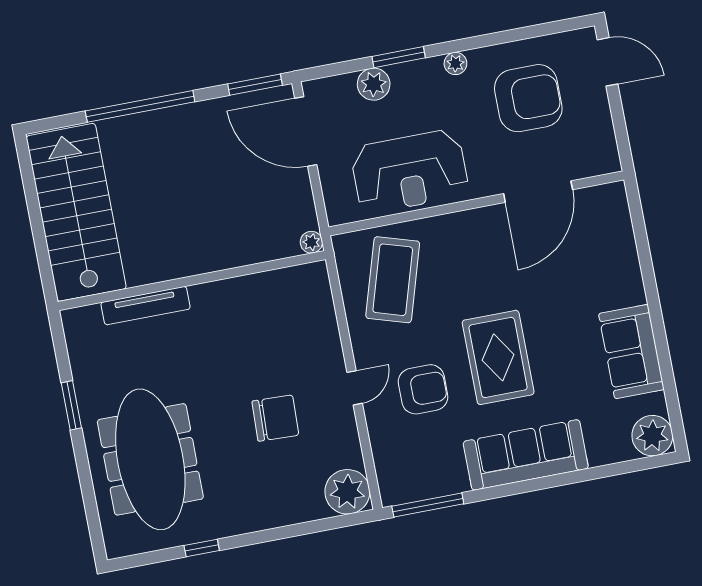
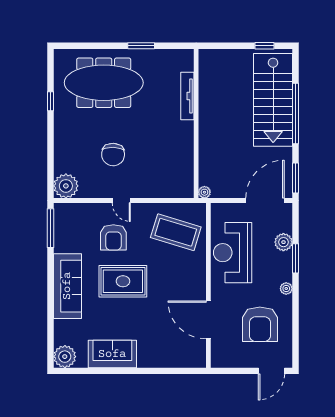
window: (29, 185) -> (264, 46), added
stairs: (76, 212) -> (273, 100), moved, turned 90

